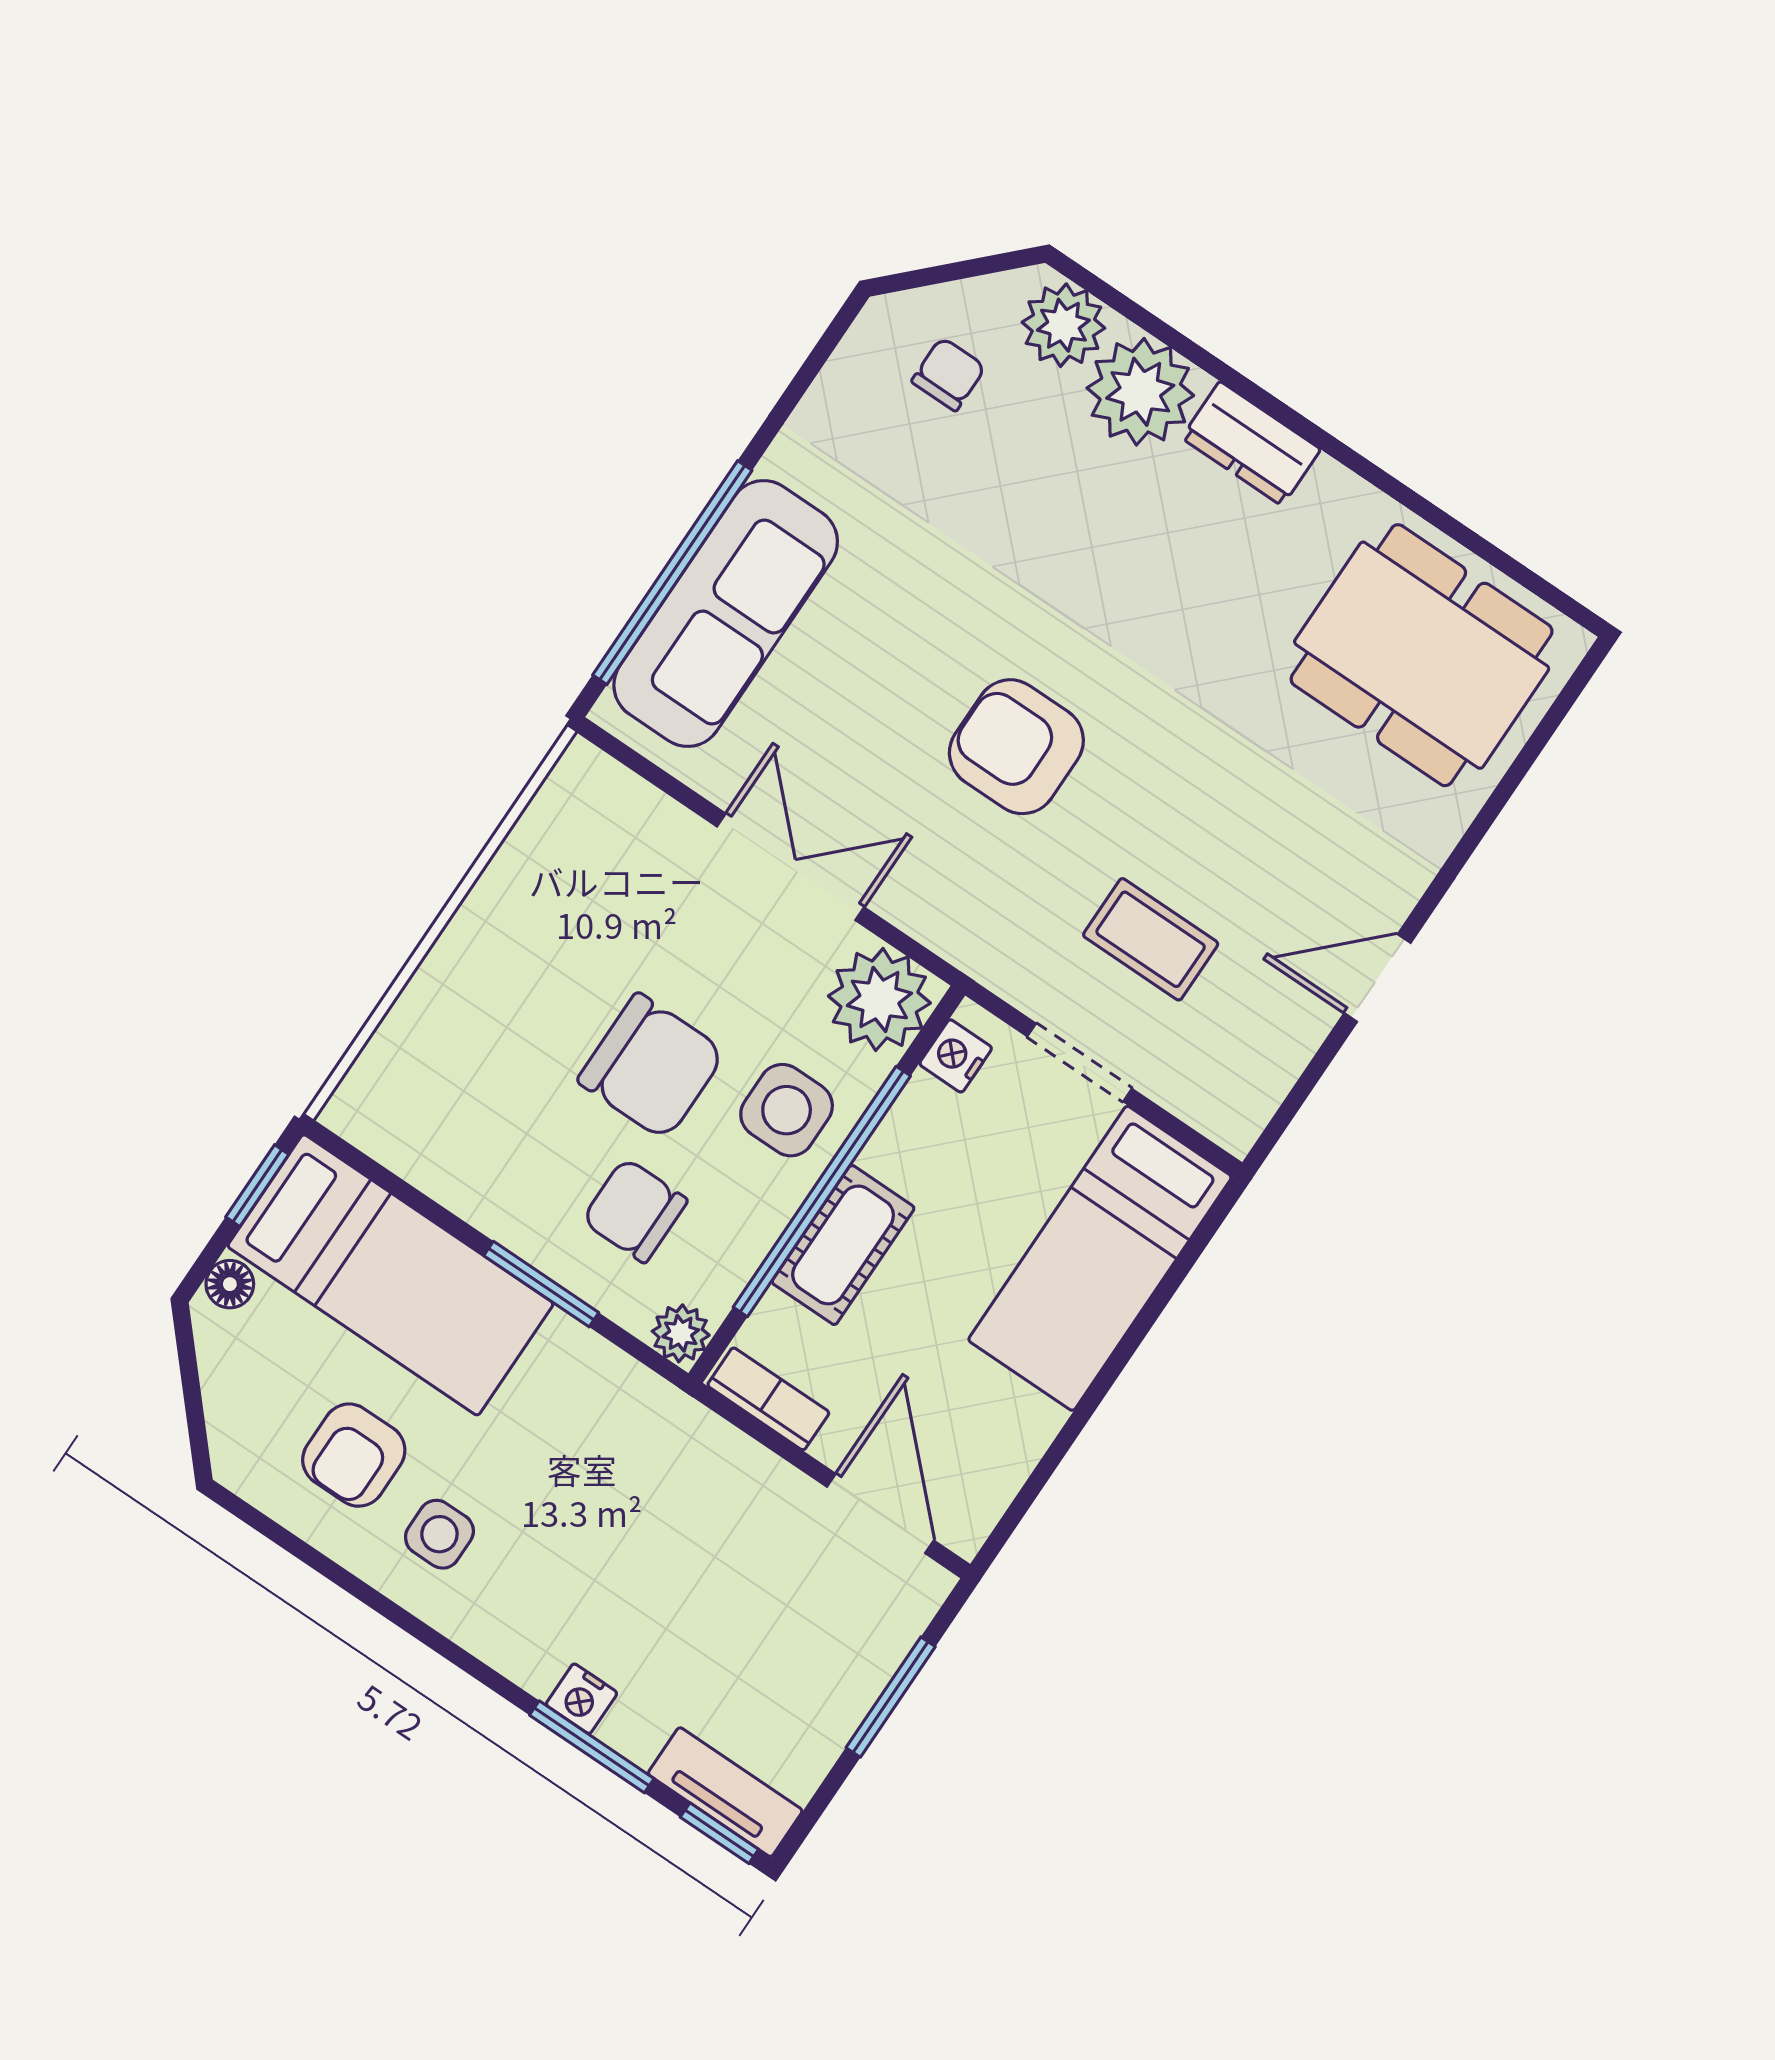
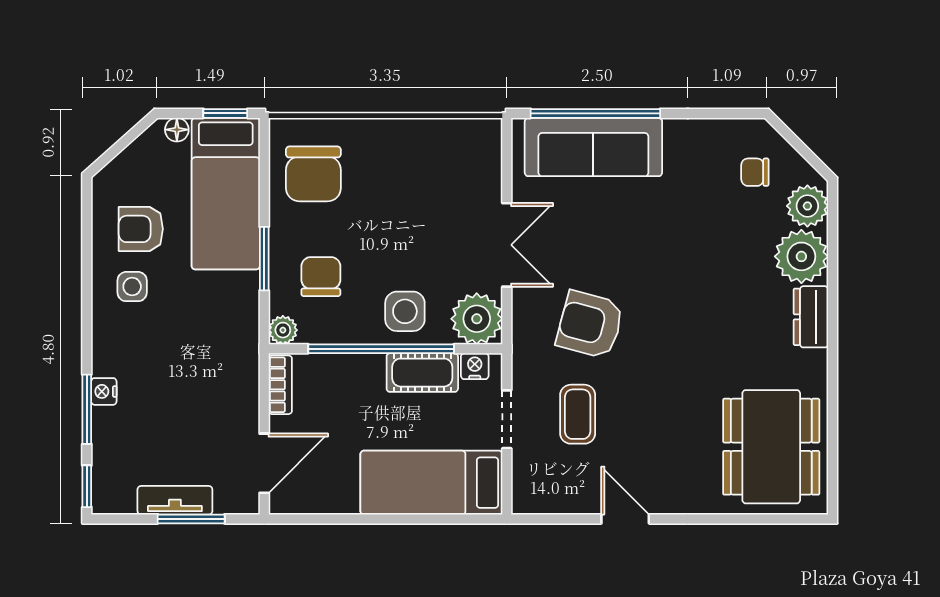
chair: (949, 374) -> (755, 172), turned 180
armchair: (1016, 747) -> (590, 325), moved, turned -75
chair: (651, 1067) -> (313, 174), moved
cot: (843, 1245) -> (422, 373), moved
tv unit: (725, 1792) -> (175, 500), moved, turned -90

